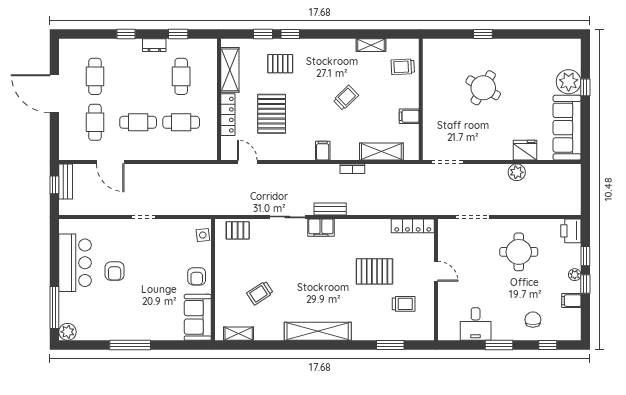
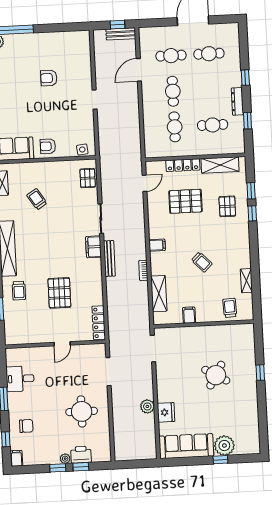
dresser: (154, 45) -> (237, 101), width x1.44
bench: (330, 209) -> (109, 258), width x1.36
printer: (571, 231) -> (81, 455), moved
bar counter: (75, 263) -> (54, 45), removed
filing cabinet: (571, 301) -> (16, 458), moved
trolley: (404, 304) -> (19, 291), moved

